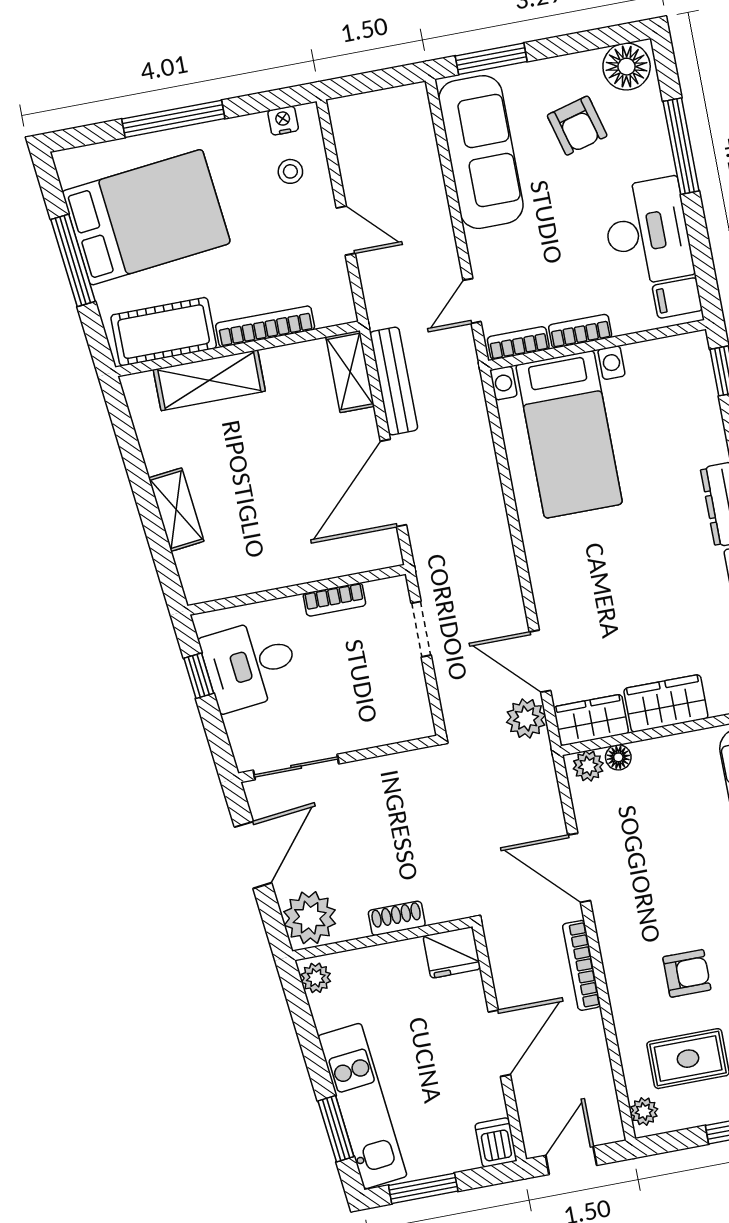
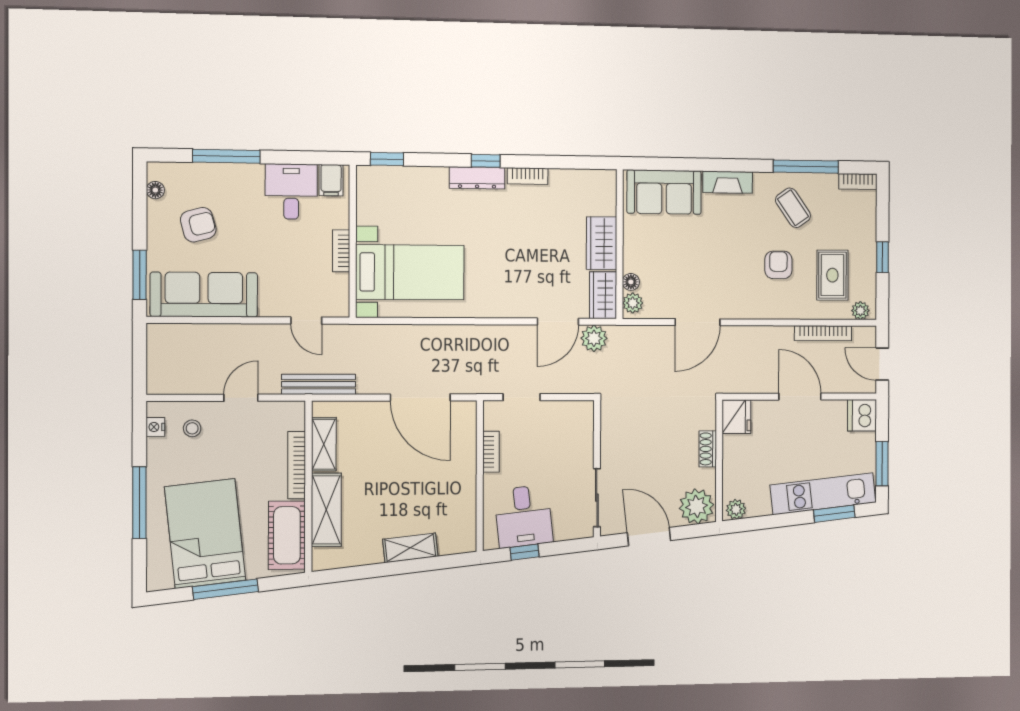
floor lamp: (627, 67) -> (155, 190), width x0.53, depth x0.53
desk: (647, 232) -> (291, 191), width x0.73
bookcase: (518, 343) -> (341, 295), removed
shelving: (350, 372) -> (324, 444), moved, turned 90
bench: (394, 381) -> (319, 384), moved
bookcase: (581, 965) -> (823, 333), moved
dishwasher: (496, 1142) -> (862, 415), width x1.38

